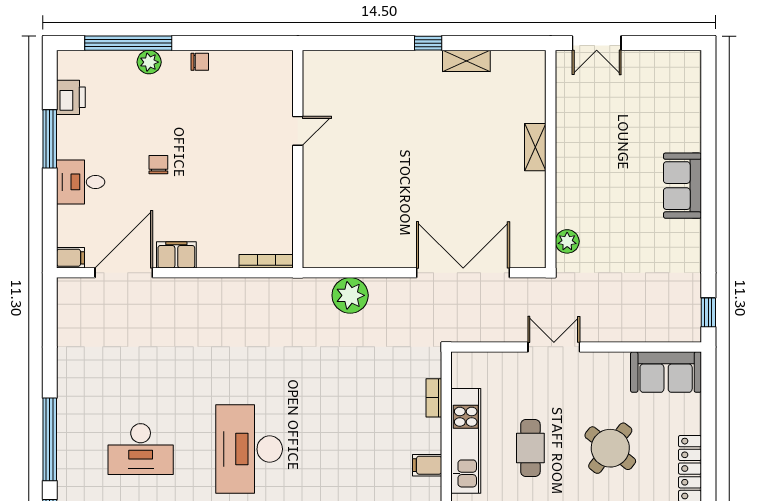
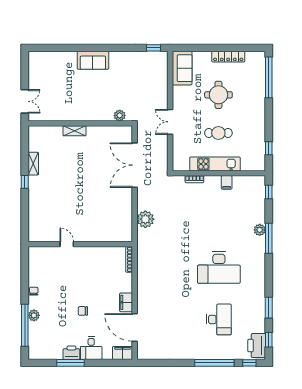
printer: (71, 97) -> (71, 353), moved
filing cabinet: (70, 258) -> (122, 353), width x2.00
round table: (610, 448) -> (218, 95), turned -38

